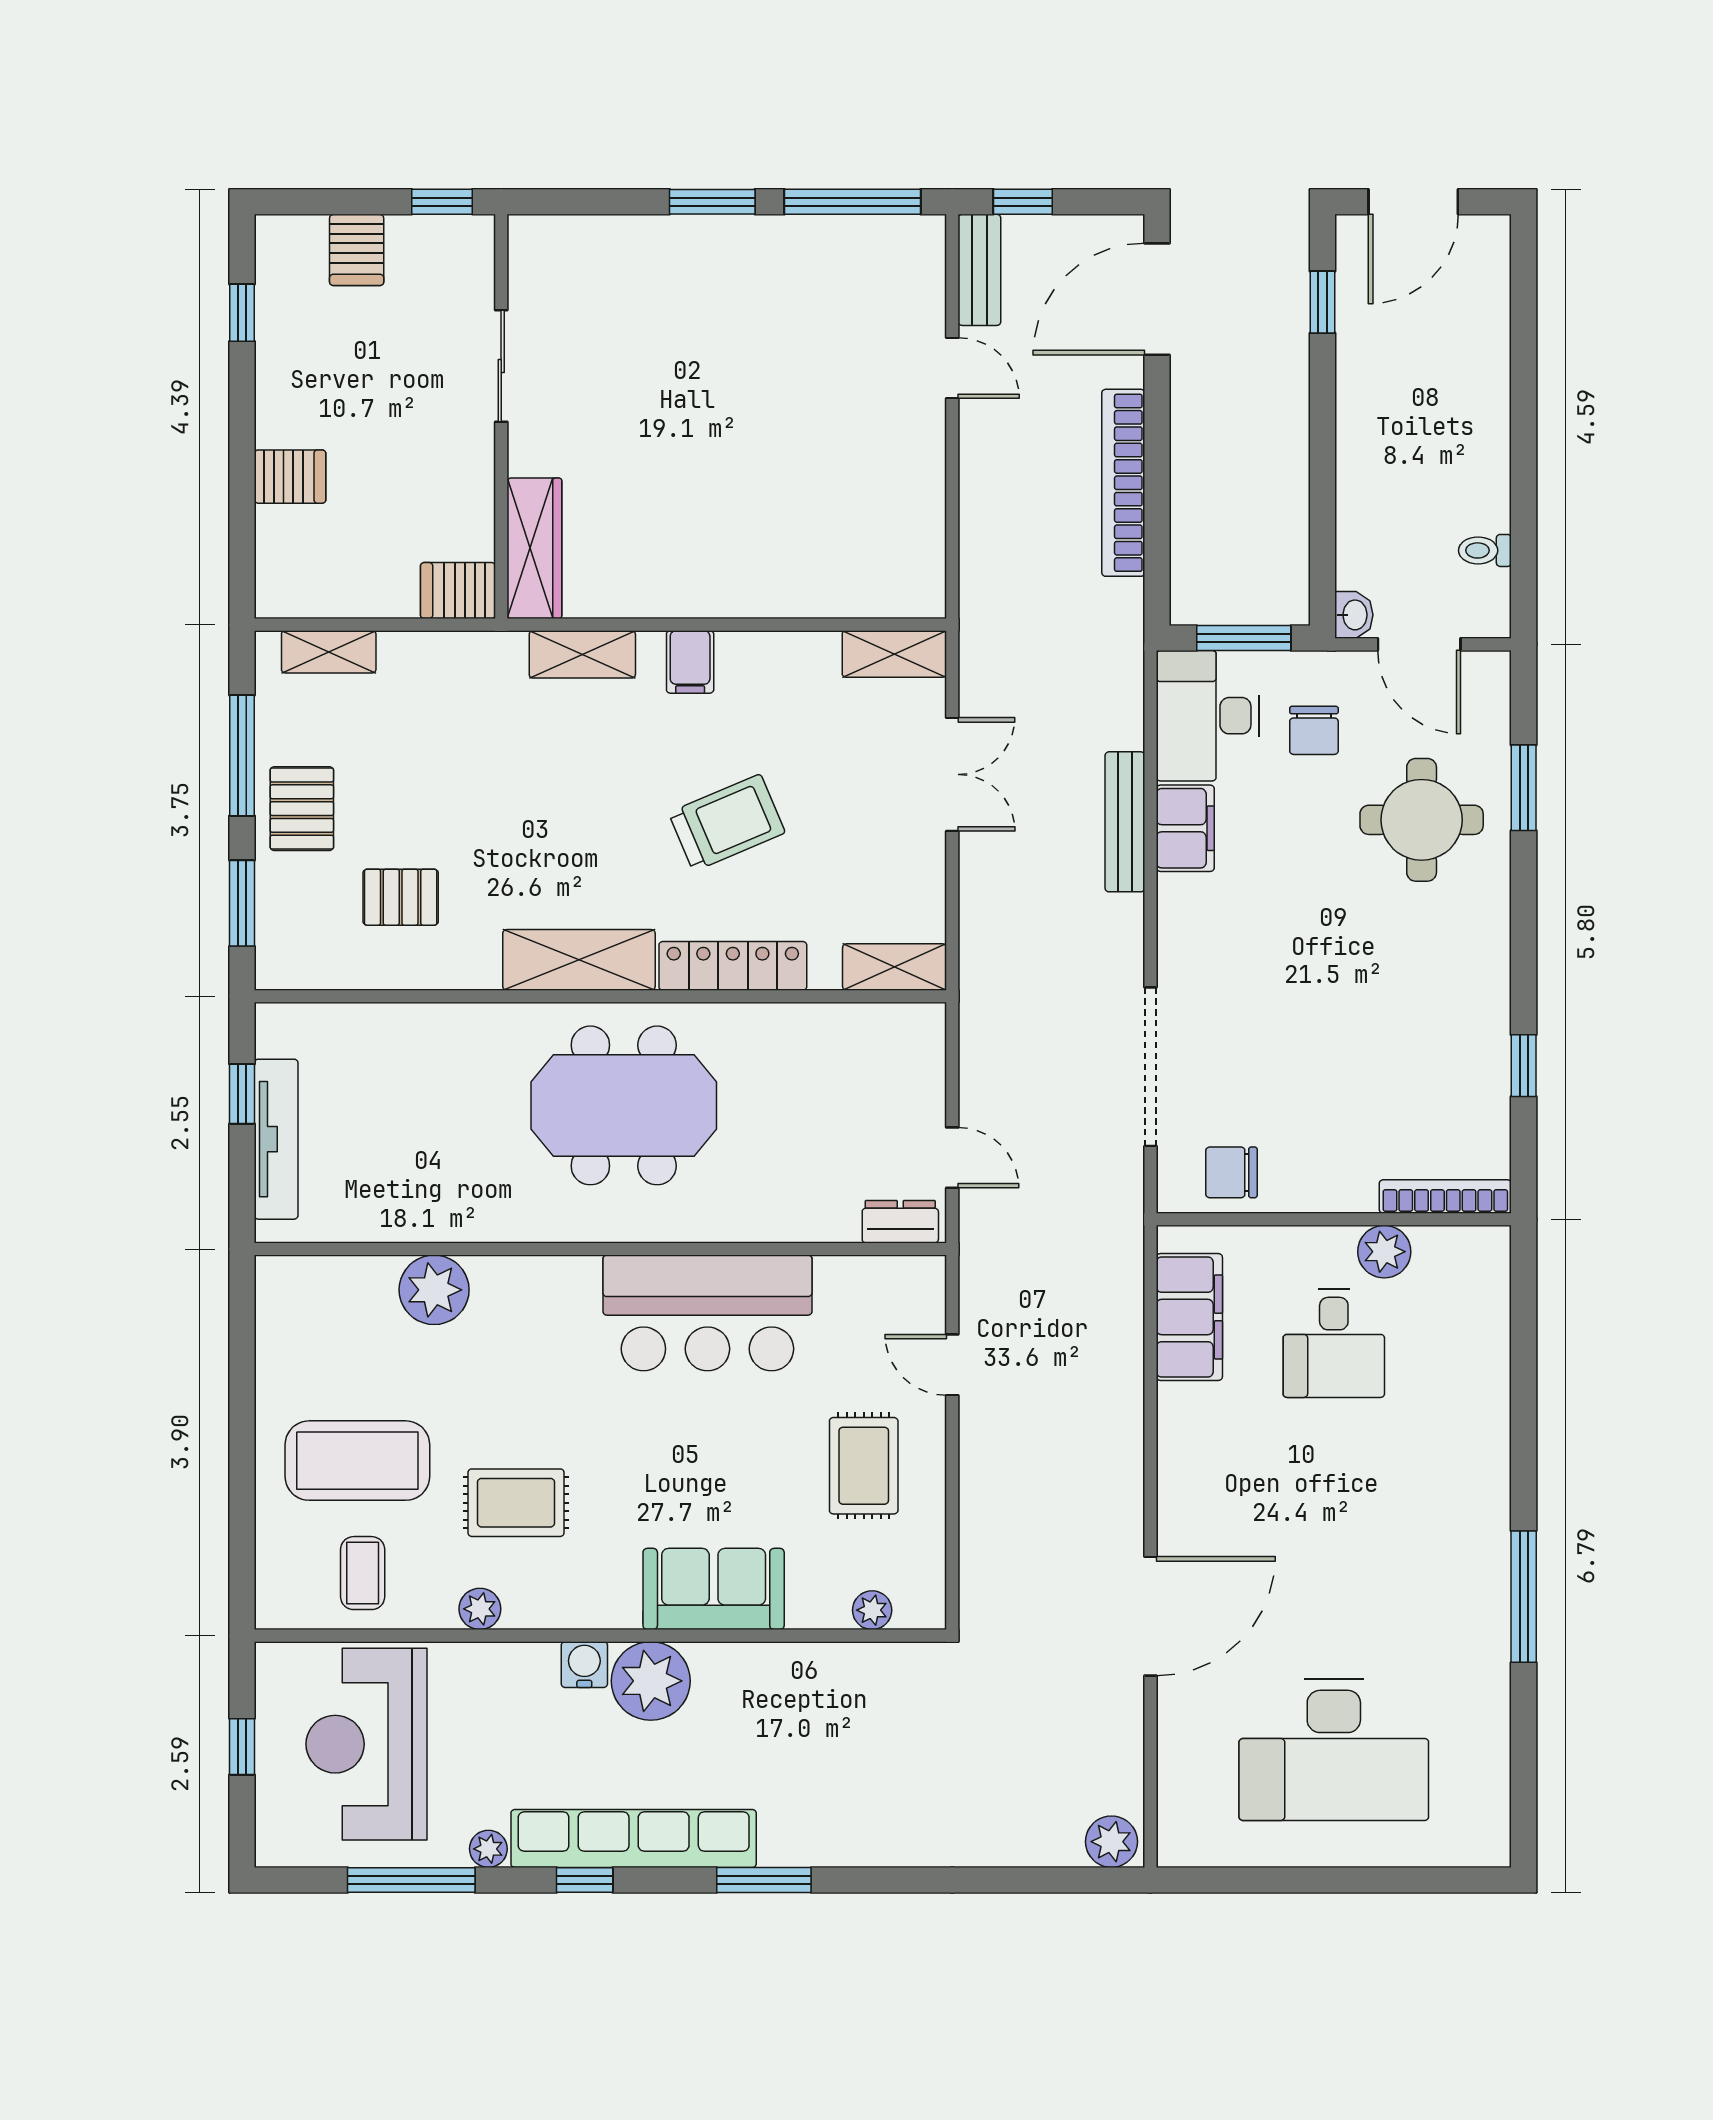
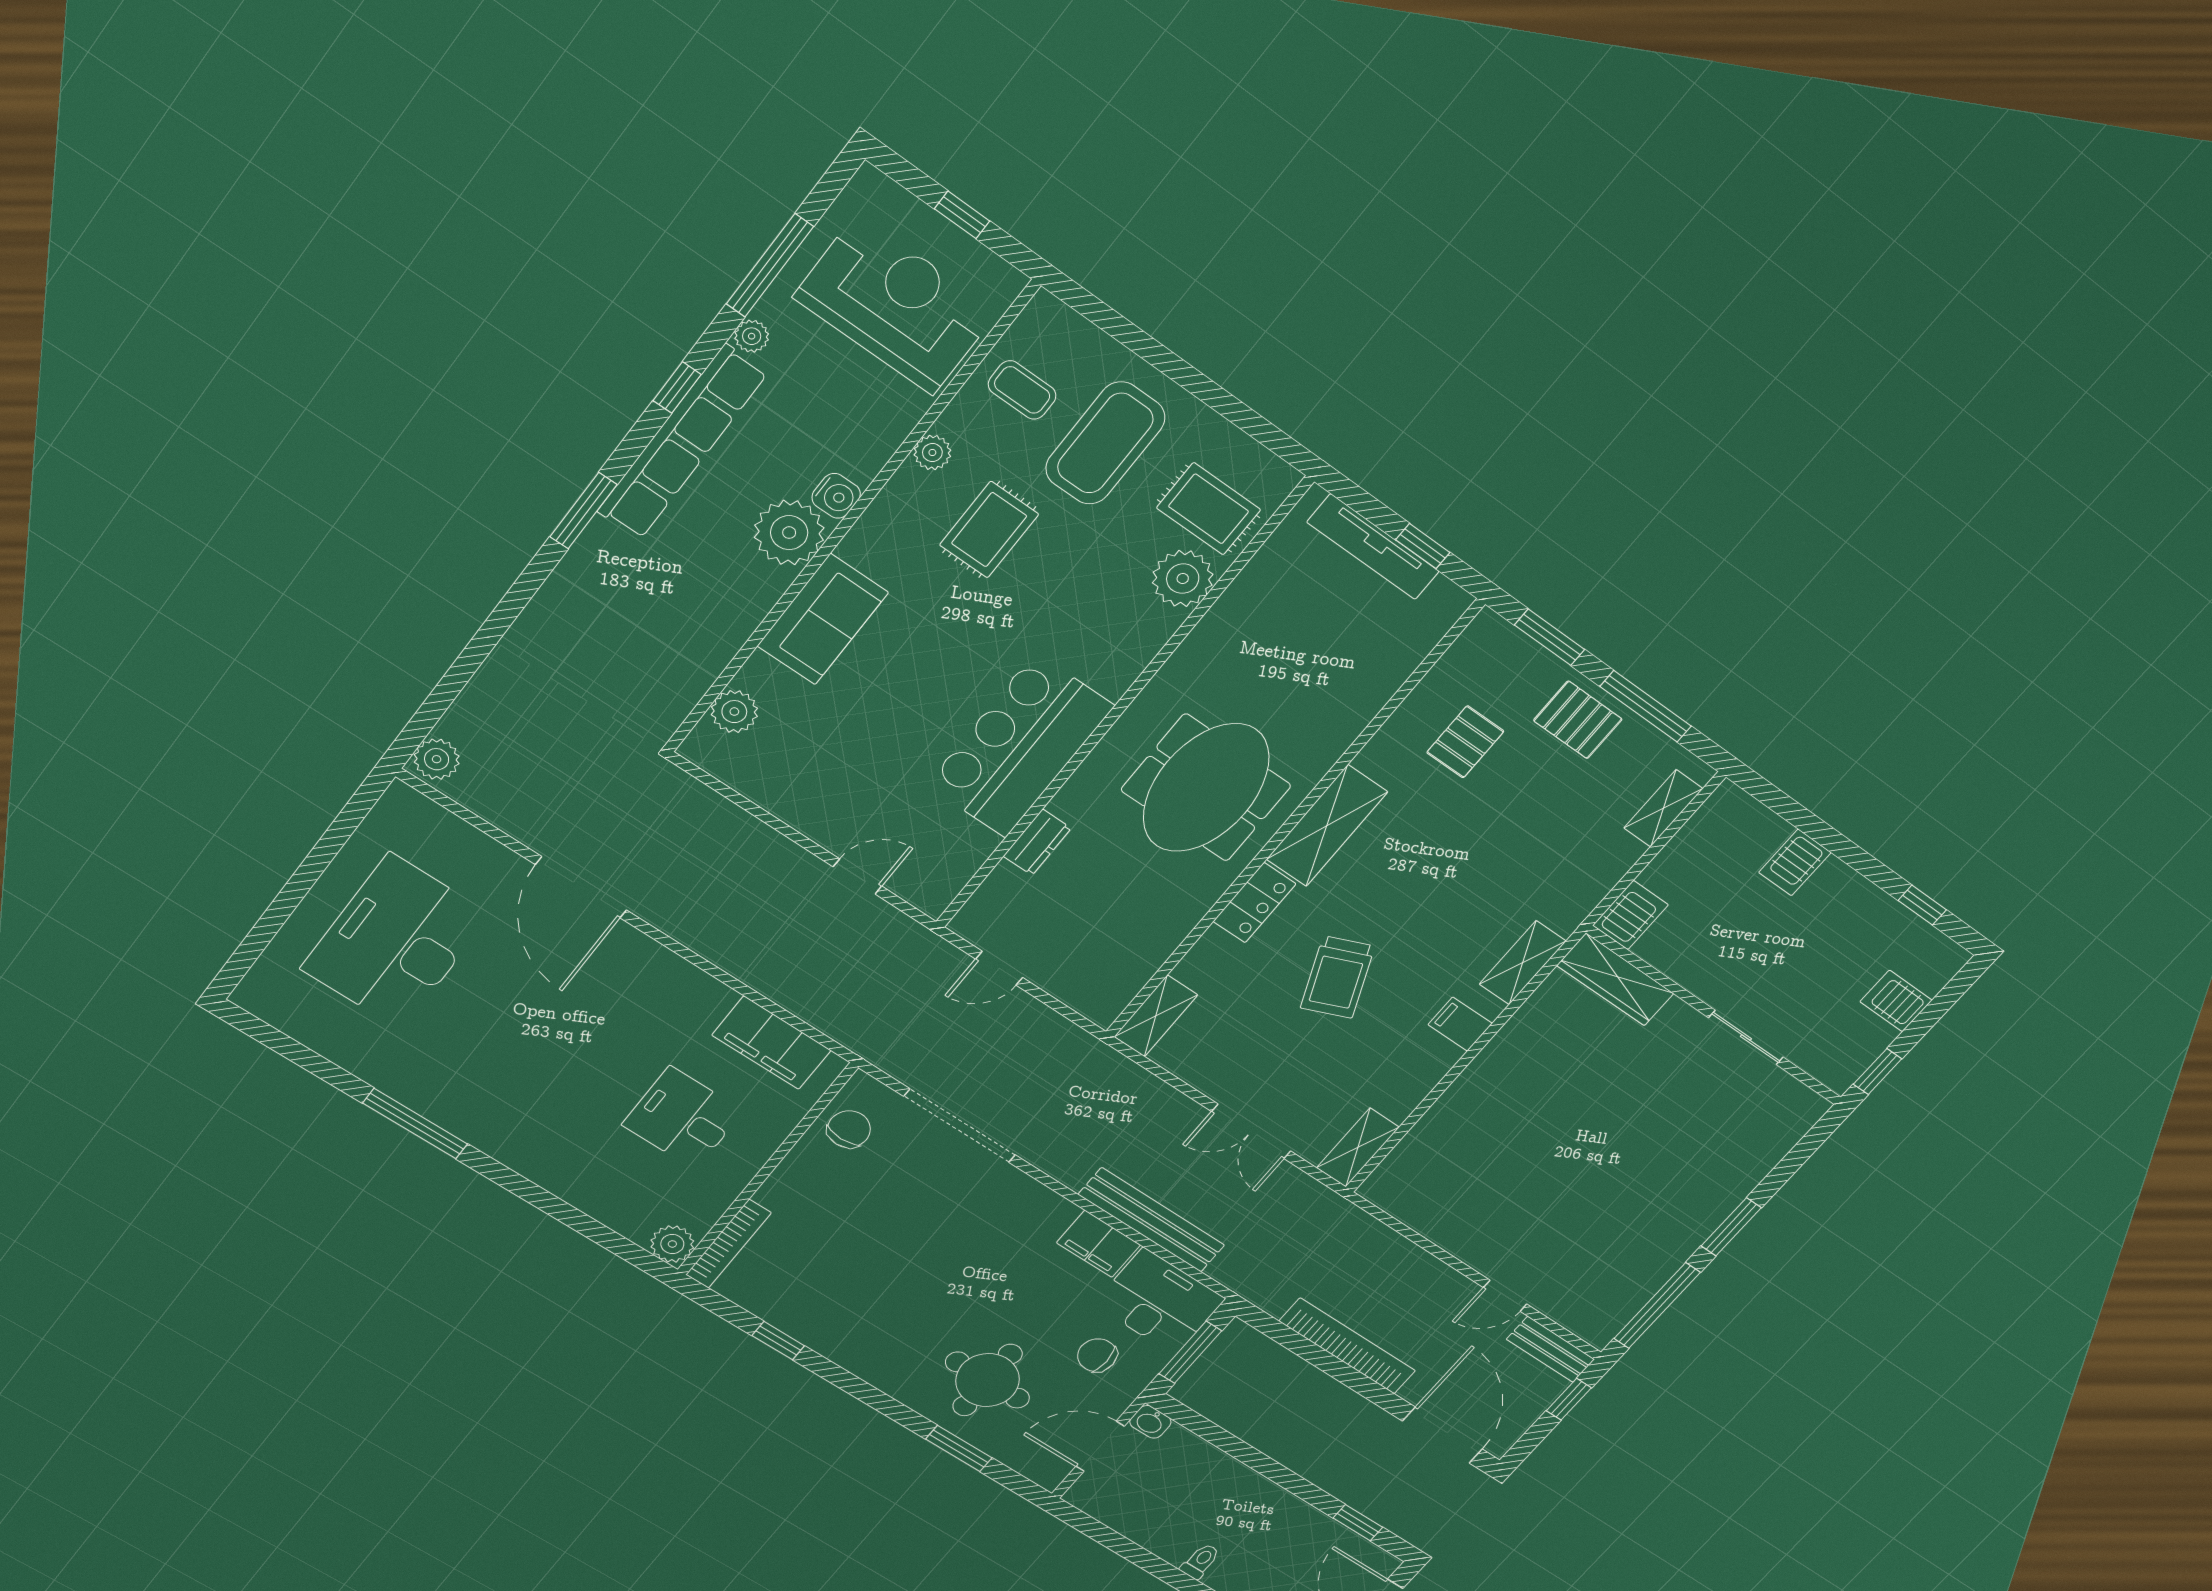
toilet: (1485, 550) -> (1200, 1561), moved
bench: (1125, 822) -> (1152, 1220), width x1.37, depth x1.21
locker: (733, 966) -> (1254, 903), width x0.66
dresser: (900, 1222) -> (1037, 842), moved
plant: (1384, 1252) -> (672, 1244), moved
rug: (864, 1466) -> (1209, 509), moved
plant: (872, 1610) -> (734, 712), width x1.38, depth x1.38

